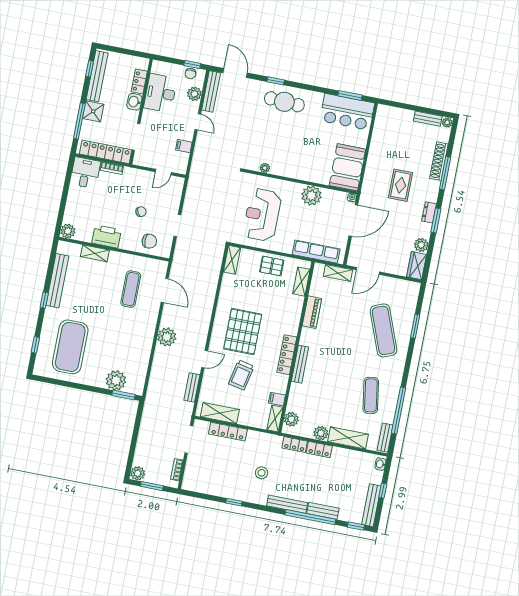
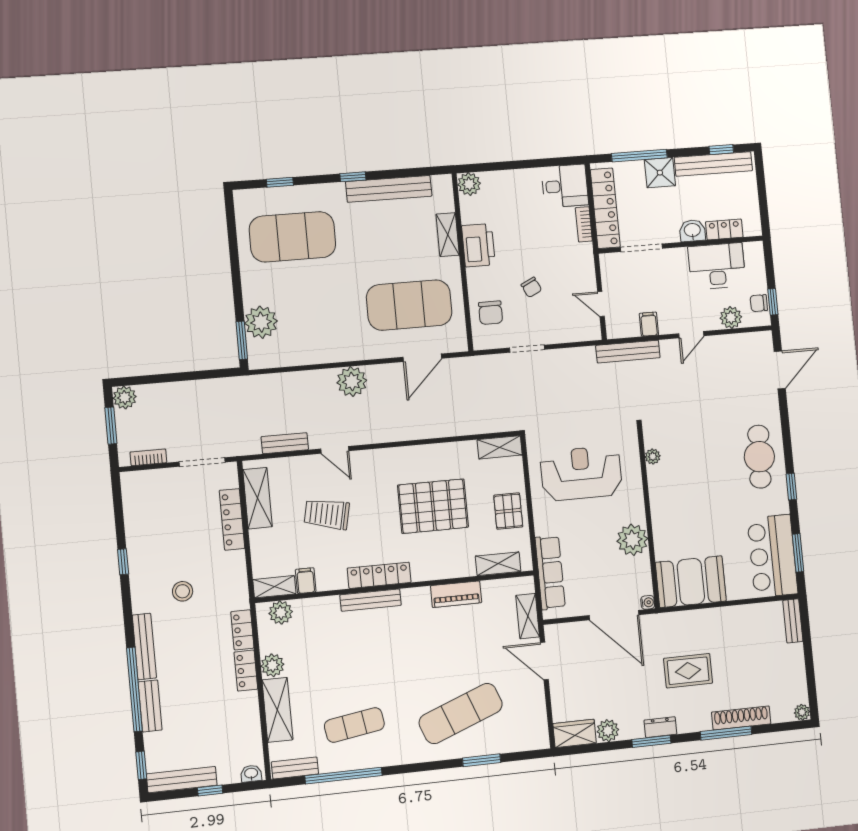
window: (276, 81) -> (791, 487), moved
bench: (211, 91) -> (628, 352), moved
bench: (428, 119) -> (793, 621), moved
exercise mat: (131, 289) -> (409, 305), width x2.00, depth x1.45
pallet: (243, 332) -> (433, 506), moved

